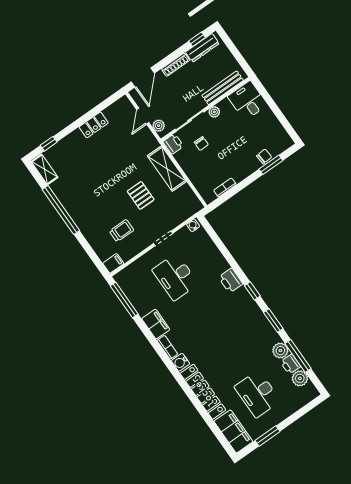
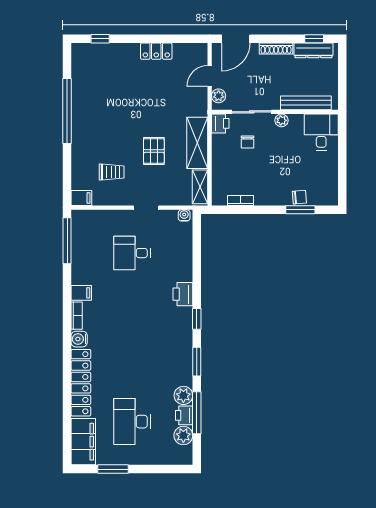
shelving: (45, 169) -> (200, 187), moved
desk: (175, 277) -> (132, 253), width x0.73
filing cabinet: (156, 324) -> (81, 293), width x0.50

